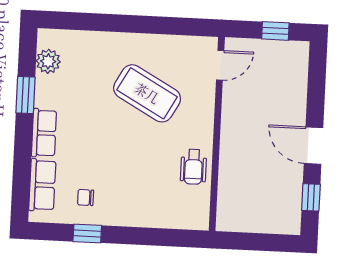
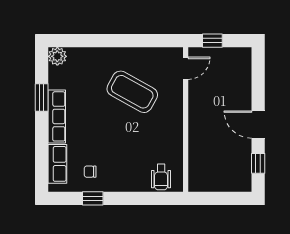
window: (275, 31) -> (212, 41), moved
plant: (48, 61) -> (57, 56), moved
row of seats: (44, 133) -> (57, 116), width x1.48
wheelchair: (193, 167) -> (161, 177), moved

